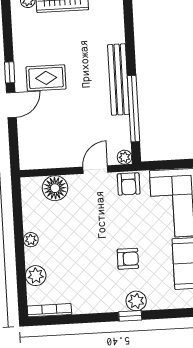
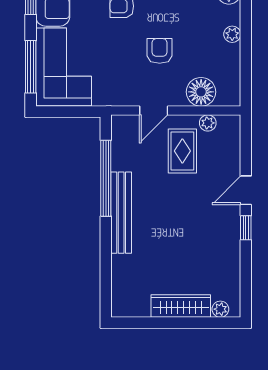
rug: (46, 78) -> (182, 151), moved, turned 90
plant: (124, 157) -> (208, 123), moved
armchair: (129, 184) -> (160, 51), moved

